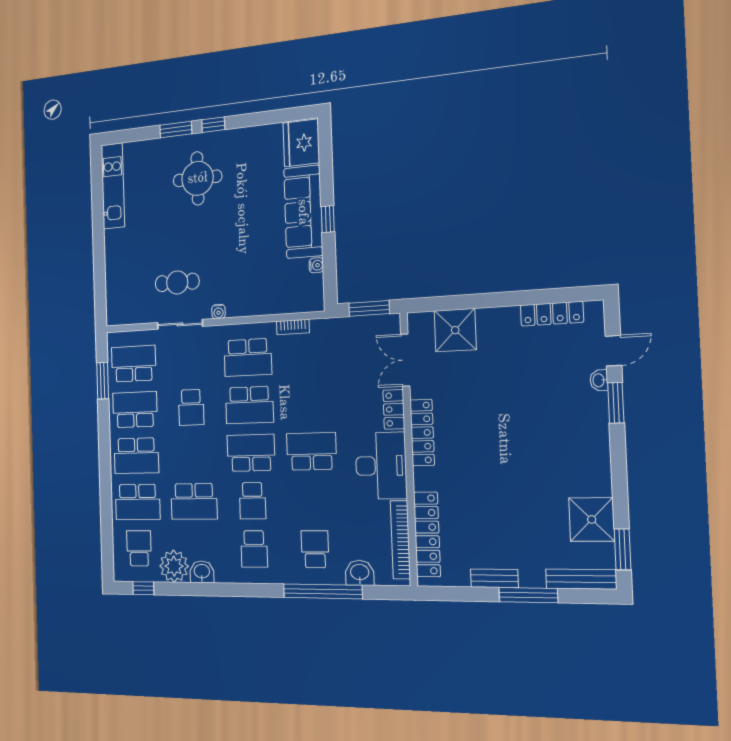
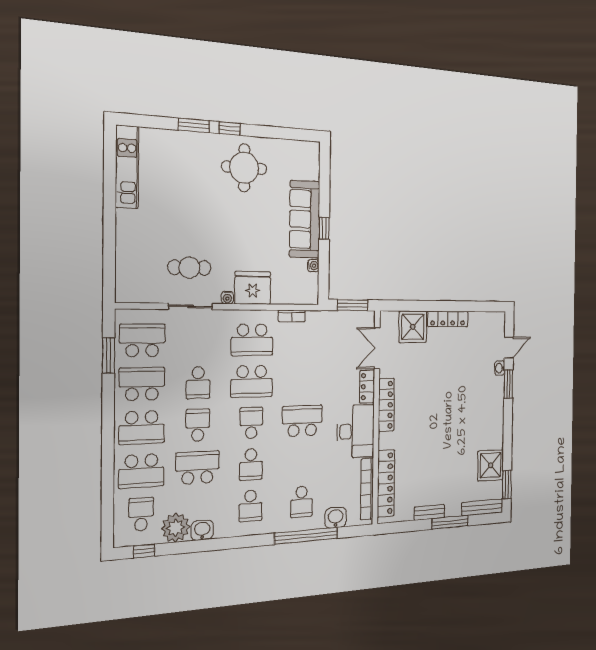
fridge: (301, 143) -> (253, 288), moved, turned 90
round table: (198, 178) -> (244, 168), moved
locker: (552, 314) -> (448, 319), moved
school desk: (251, 453) -> (251, 423), width x0.54
school desk: (193, 454) -> (198, 425), added
school desk: (194, 501) -> (197, 468), turned 180
school desk: (315, 549) -> (302, 502), turned 180

